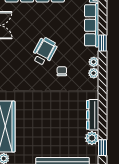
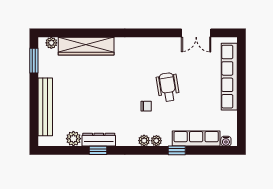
wheelchair: (44, 51) -> (168, 87), turned -127
window: (103, 148) -> (98, 150), moved

